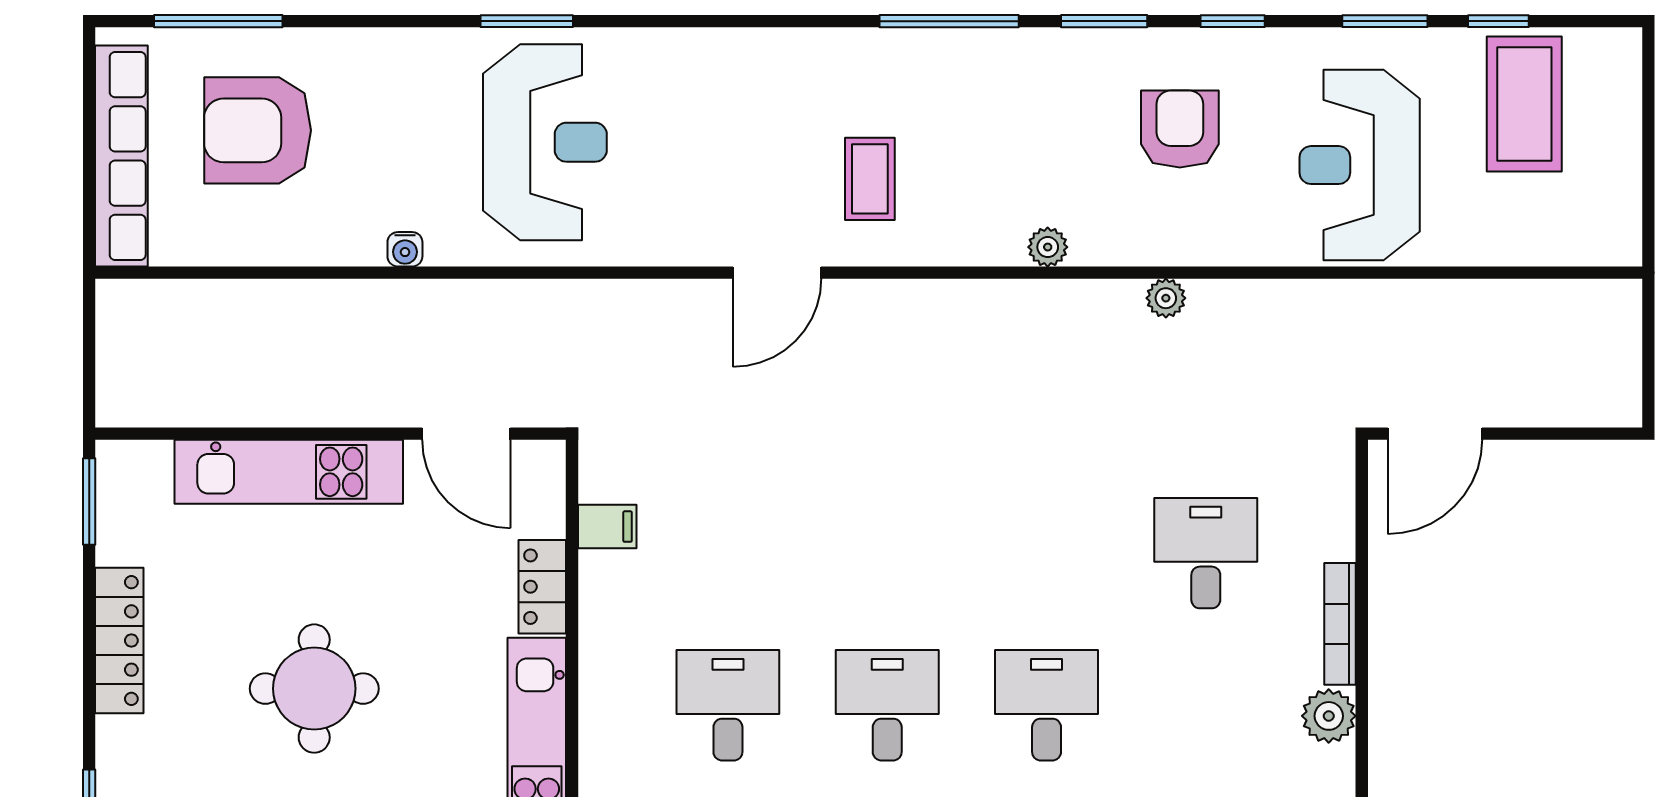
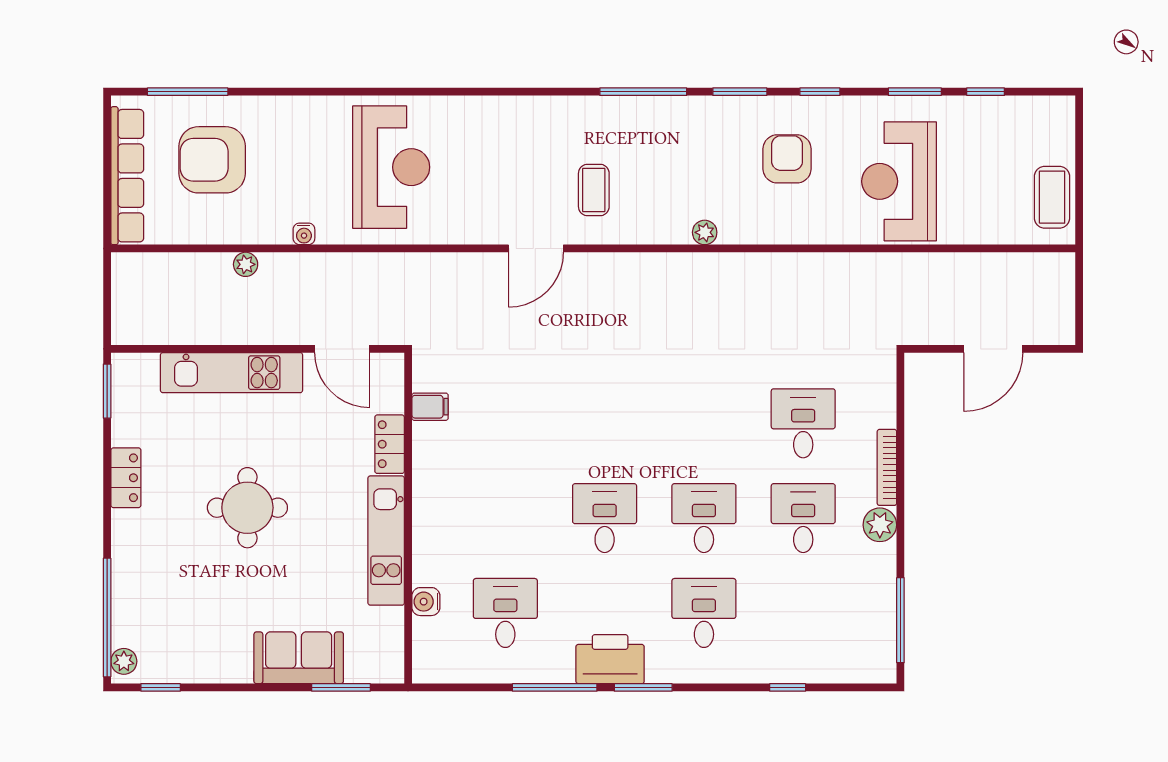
window: (527, 21) -> (380, 92), removed
coffee table: (1524, 104) -> (1052, 197), moved, width x0.73, depth x0.76
plant: (1166, 298) -> (246, 264), moved
door: (1435, 434) -> (993, 349), moved
locker: (119, 641) -> (126, 478), width x0.66
desk: (728, 705) -> (803, 518), moved

